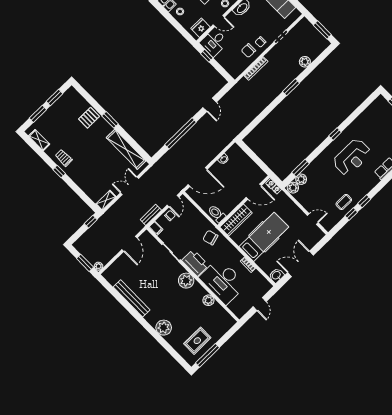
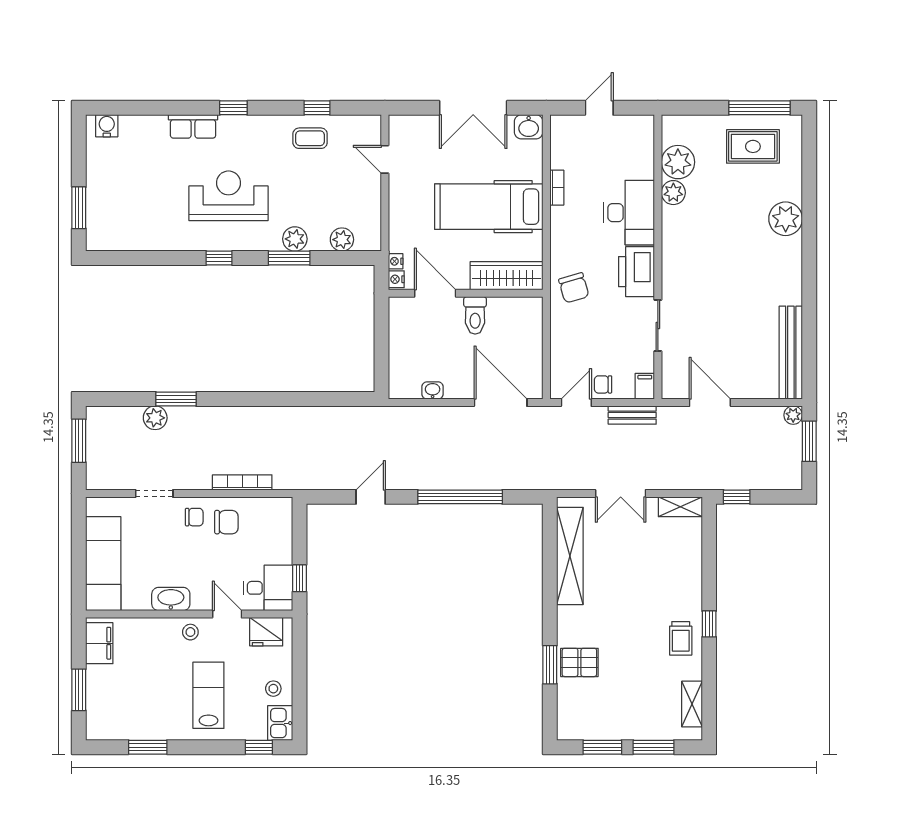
window: (291, 87) -> (176, 399), moved
window: (110, 120) -> (550, 665), moved
window: (301, 168) -> (289, 258), moved
plant: (293, 188) -> (295, 239), moved
window: (364, 201) -> (233, 108), moved
toilet: (217, 214) -> (475, 315), moved
door: (130, 244) -> (710, 402), hinge flipped
plant: (186, 281) -> (678, 162), moved
desk: (223, 281) -> (629, 213), width x0.73, depth x0.77
bench: (132, 298) -> (791, 353), moved

